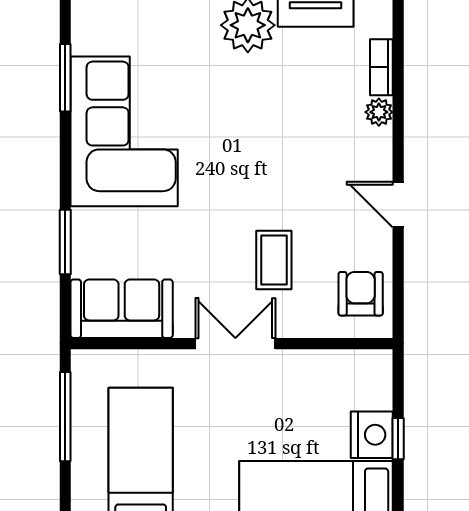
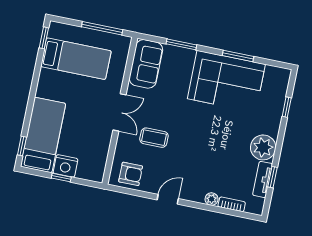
window: (65, 78) -> (238, 56), moved

